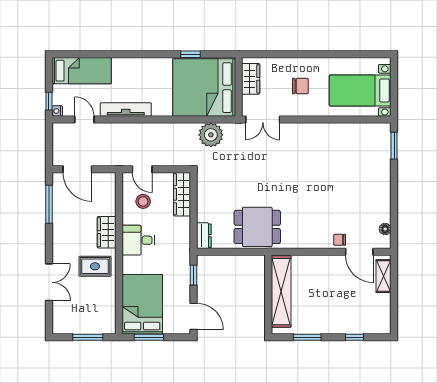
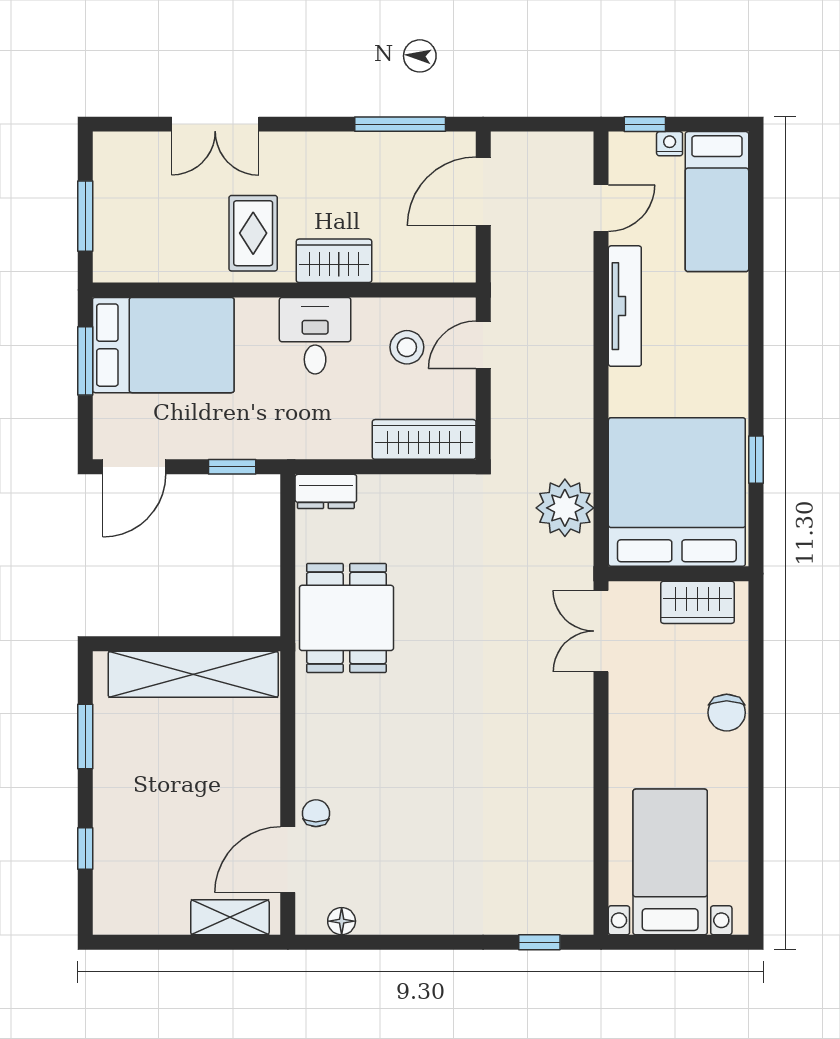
chair: (300, 86) -> (727, 713), moved
nightstand: (57, 111) -> (670, 144), moved
window: (394, 146) -> (539, 942), width x0.67

